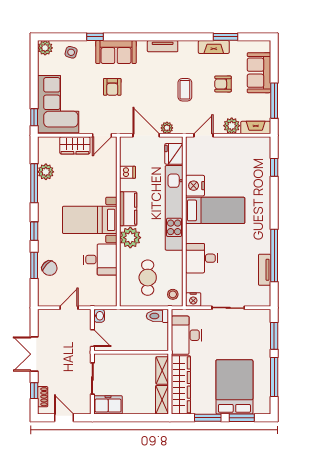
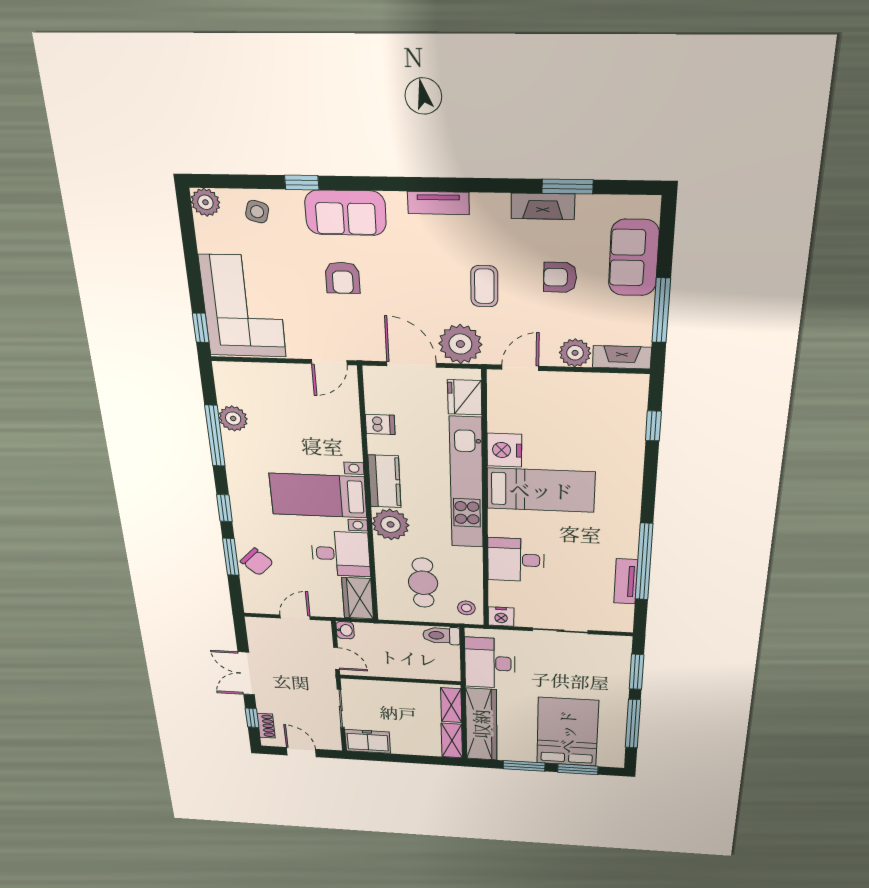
plant: (167, 128) -> (460, 344), width x1.88, depth x1.88
wardrobe: (75, 145) -> (358, 598), moved, turned 90

